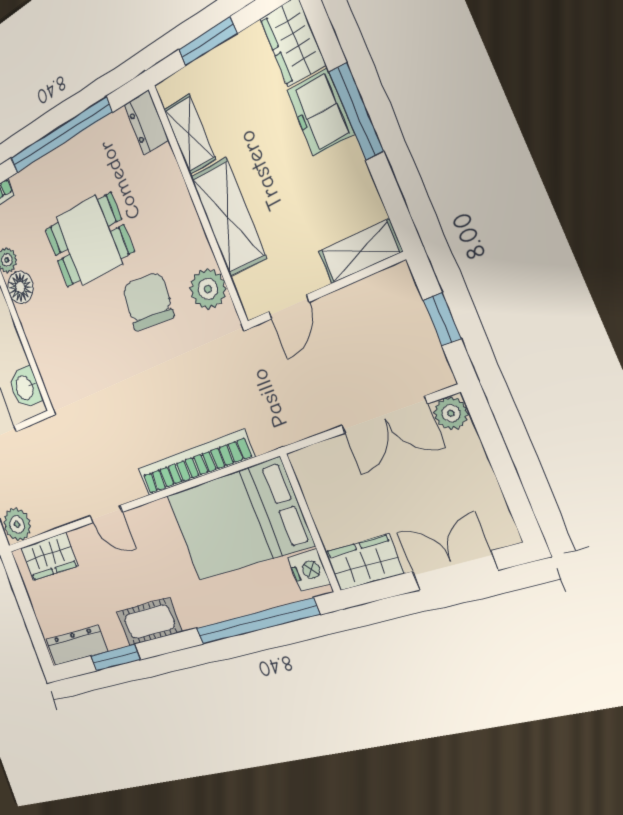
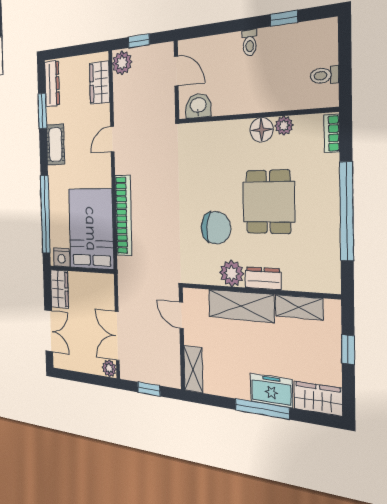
window: (208, 41) -> (348, 349), width x0.67
dresser: (146, 122) -> (263, 278), moved
plant: (208, 289) -> (231, 273), moved

